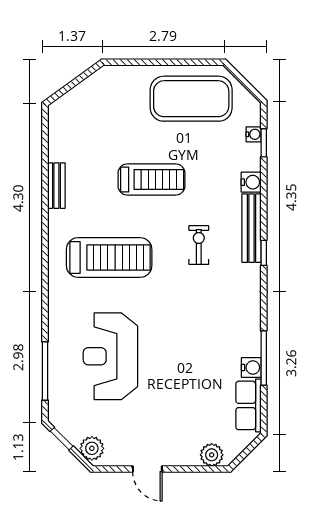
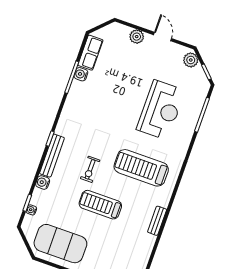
exercise bike: (199, 245) -> (90, 169), moved
plant: (212, 455) -> (137, 37), moved

